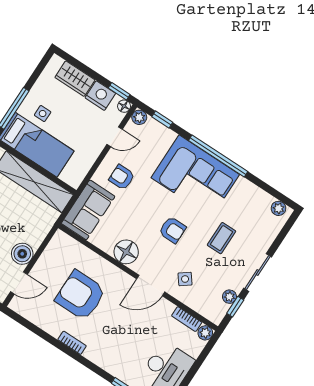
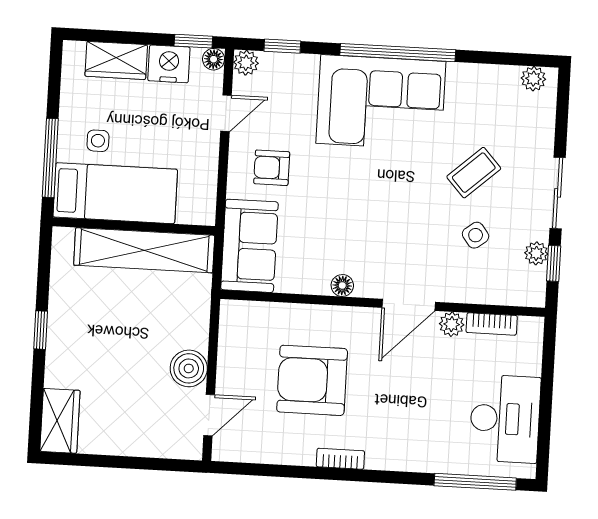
armchair: (172, 230) -> (393, 203), removed
coffee table: (221, 238) -> (474, 173), turned 48
floor lamp: (126, 252) -> (342, 285), width x0.53, depth x0.53
side table: (185, 279) -> (476, 235), moved
plant: (205, 333) -> (452, 324), moved

